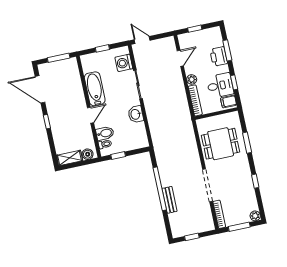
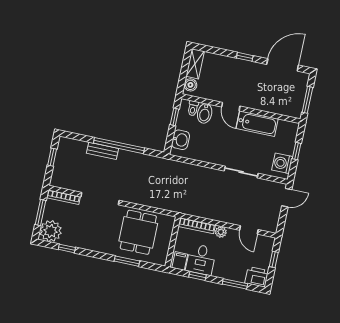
printer: (219, 56) -> (257, 277), moved
washing machine: (124, 63) -> (282, 163), moved, turned -90
washbasin: (136, 114) -> (181, 140), moved, turned 90
window: (255, 181) -> (67, 248), moved
plant: (255, 216) -> (51, 231), width x1.88, depth x1.88

